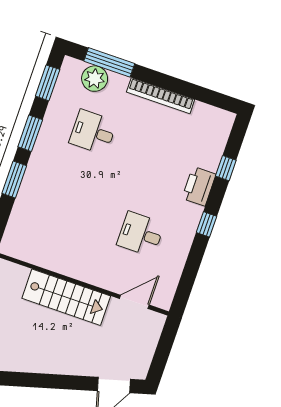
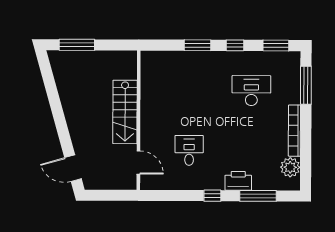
plant: (95, 79) -> (290, 167), moved
desk: (93, 132) -> (251, 91), width x1.37
window: (30, 133) -> (235, 45), width x0.67
window: (226, 168) -> (258, 196), width x2.17

